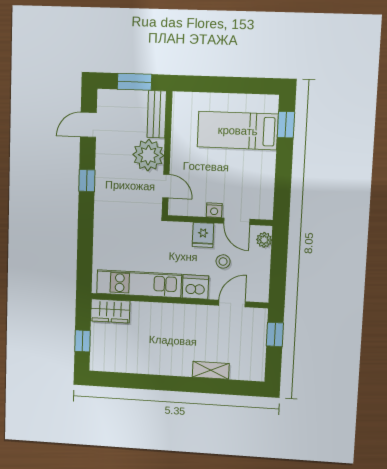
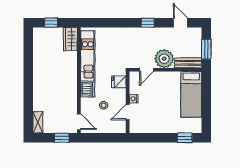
bed: (238, 131) -> (191, 94), moved, turned 180
fridge: (203, 235) -> (119, 82), moved
plant: (264, 240) -> (118, 129), removed
door: (232, 304) -> (79, 122), moved
shelving: (211, 370) -> (38, 122), moved

